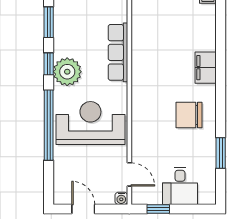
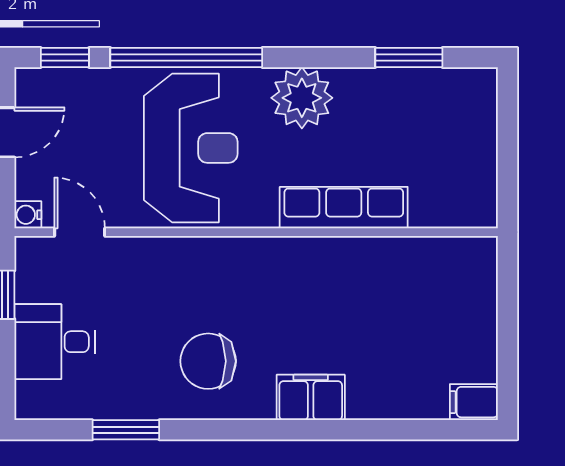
window: (49, 64) -> (65, 57), moved
chair: (189, 115) -> (208, 361), turned -90
door: (129, 174) -> (80, 232), swing flipped

